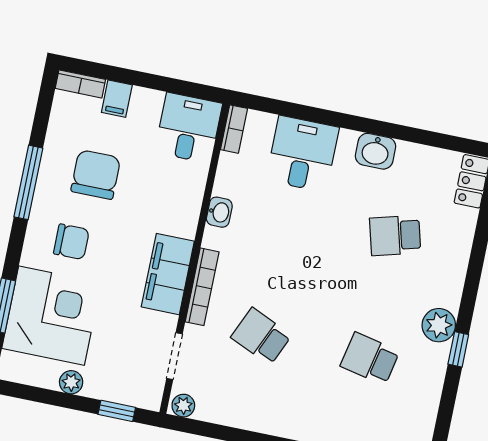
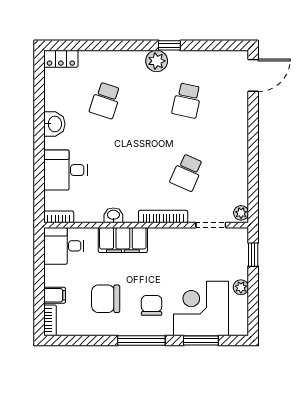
window: (28, 182) -> (141, 341), moved
school desk: (395, 236) -> (105, 100), turned 33
filing cabinet: (168, 274) -> (123, 240), moved

